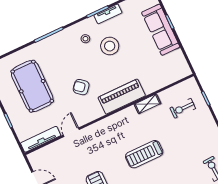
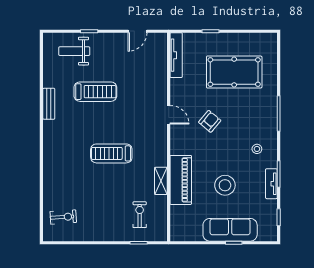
stool: (110, 46) -> (225, 185), moved
piano: (122, 97) -> (181, 180), moved
door: (71, 132) -> (169, 115), moved
treadmill: (144, 154) -> (111, 153), turned -90

